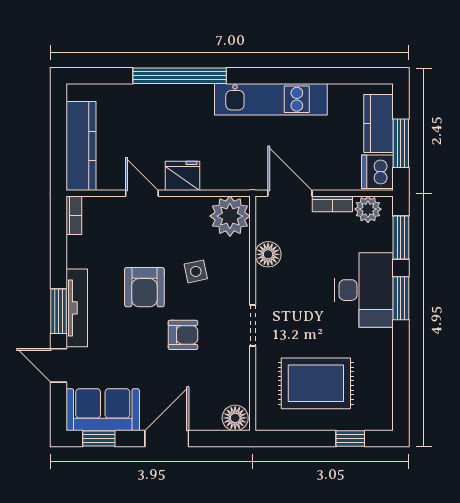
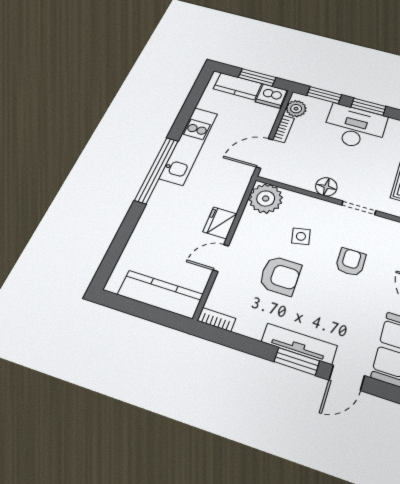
window: (180, 76) -> (157, 170), moved
floor lamp: (268, 254) -> (326, 187), moved
armchair: (144, 287) -> (280, 276), moved

